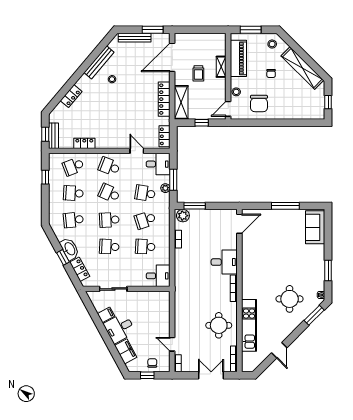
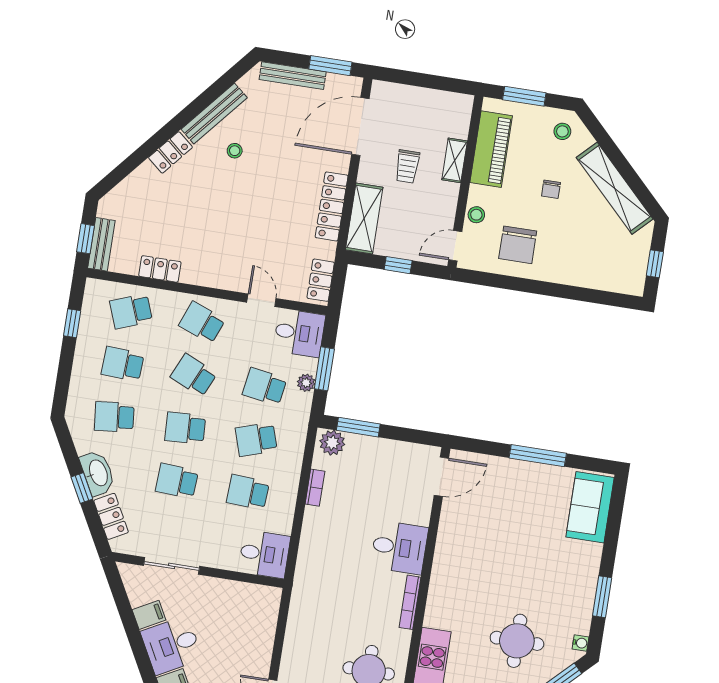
locker: (71, 96) -> (170, 152), moved

